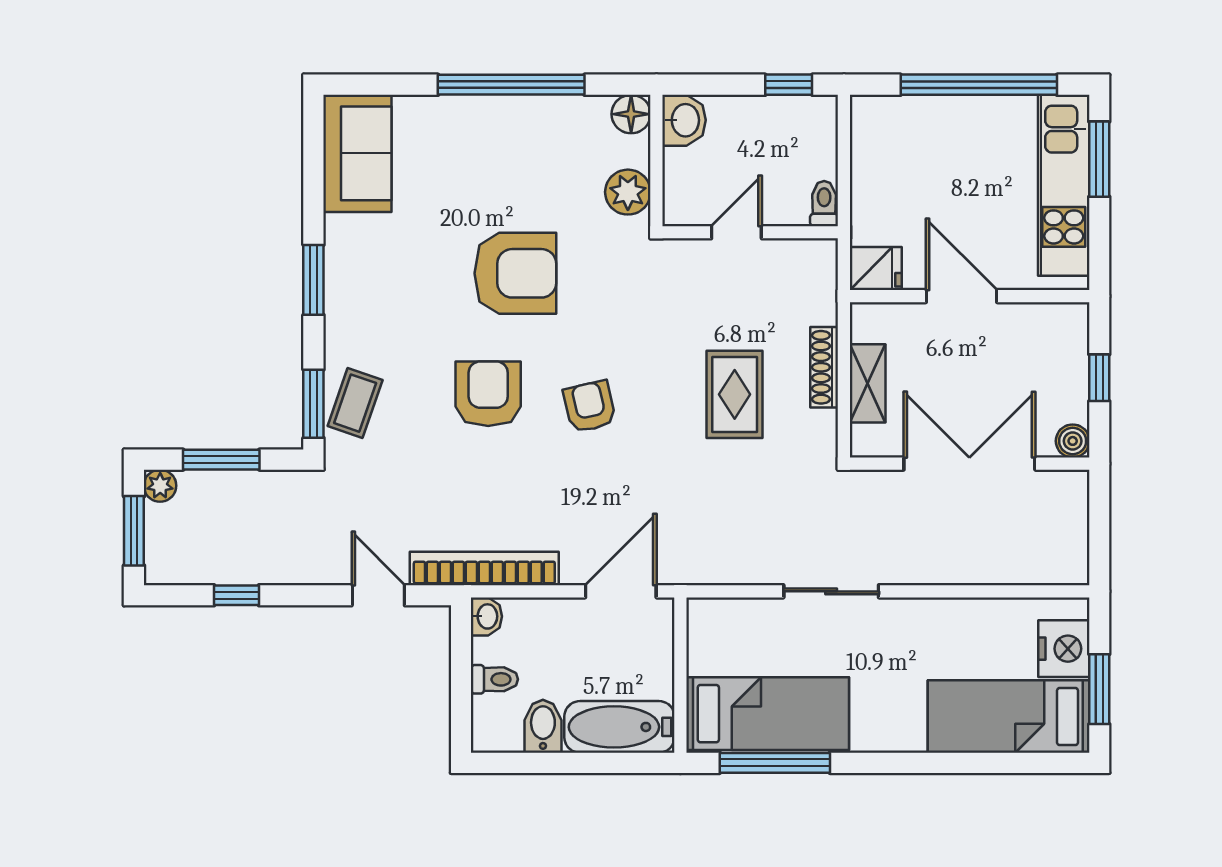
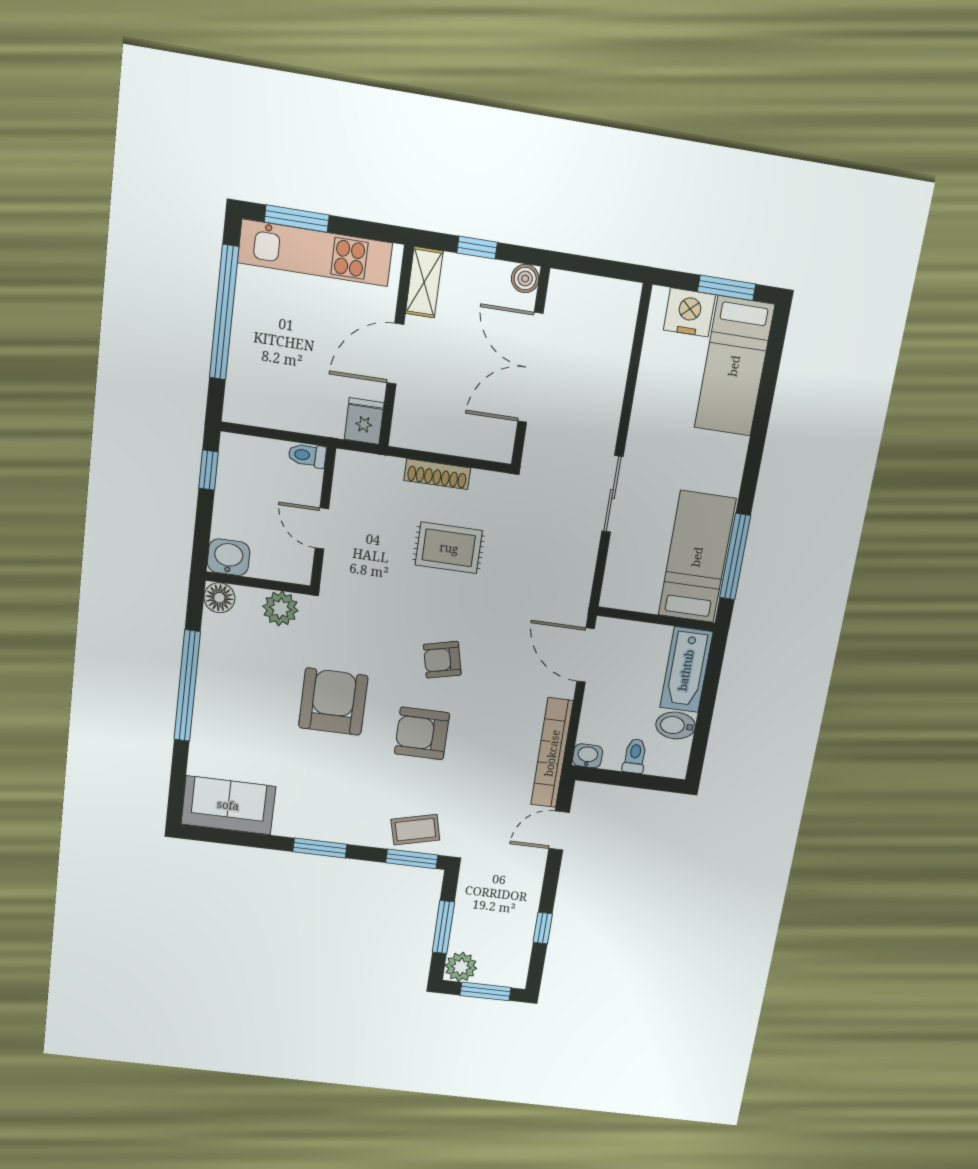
shelving: (868, 383) -> (424, 282), moved, turned 90
coffee table: (355, 403) -> (415, 830), turned -33
plant: (160, 486) -> (461, 967), width x1.38, depth x1.38

